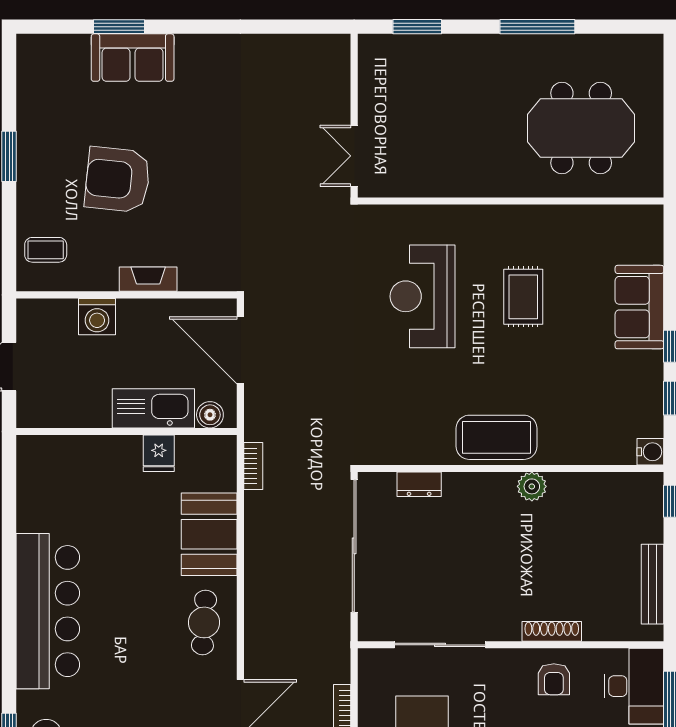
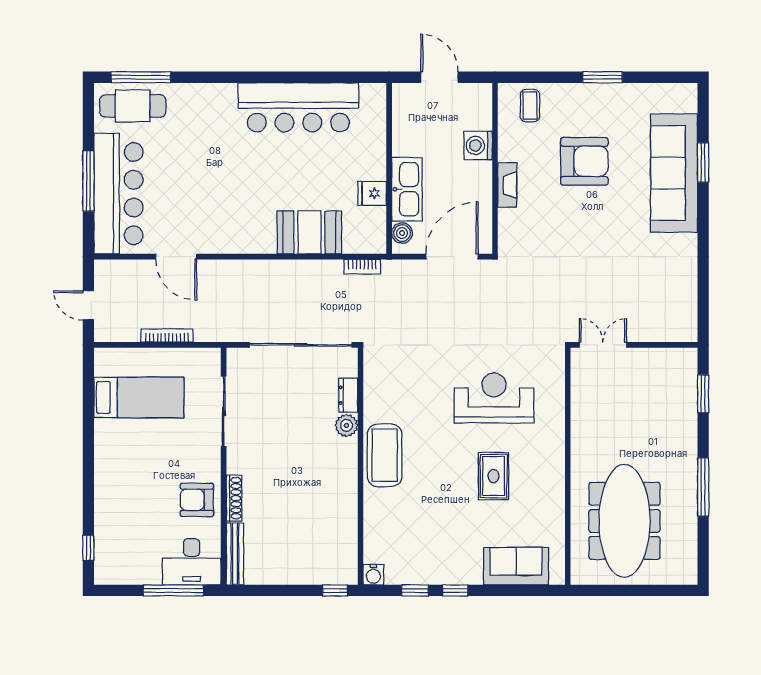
sofa: (133, 58) -> (674, 173), width x1.85, depth x1.27
meeting table: (581, 128) -> (624, 521), width x1.36
armchair: (118, 180) -> (584, 161), turned 84
rug: (523, 297) -> (494, 476), turned 90
sofa: (639, 307) -> (516, 566), moved
plant: (532, 486) -> (346, 425), moved
bench: (652, 584) -> (235, 554), moved, turned 90
bar counter: (48, 611) -> (298, 107), moved
cafe table: (204, 622) -> (241, 228), removed
armchair: (554, 679) -> (197, 500), width x1.38, depth x1.38

